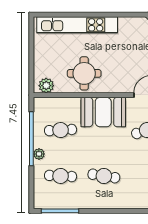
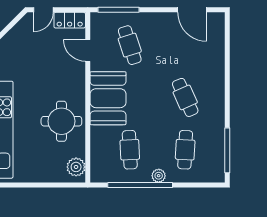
cafe table: (104, 176) -> (185, 97), turned -33

